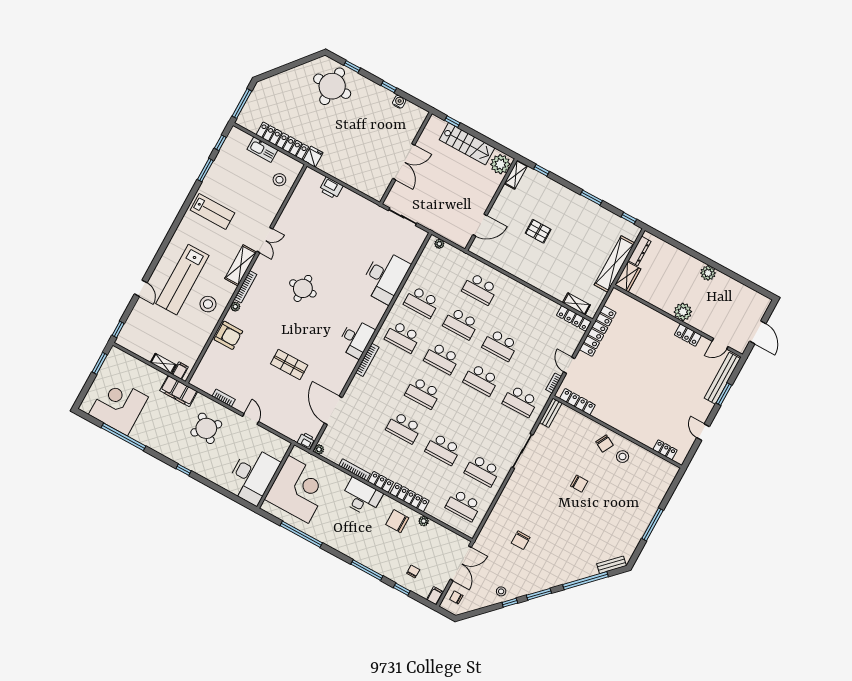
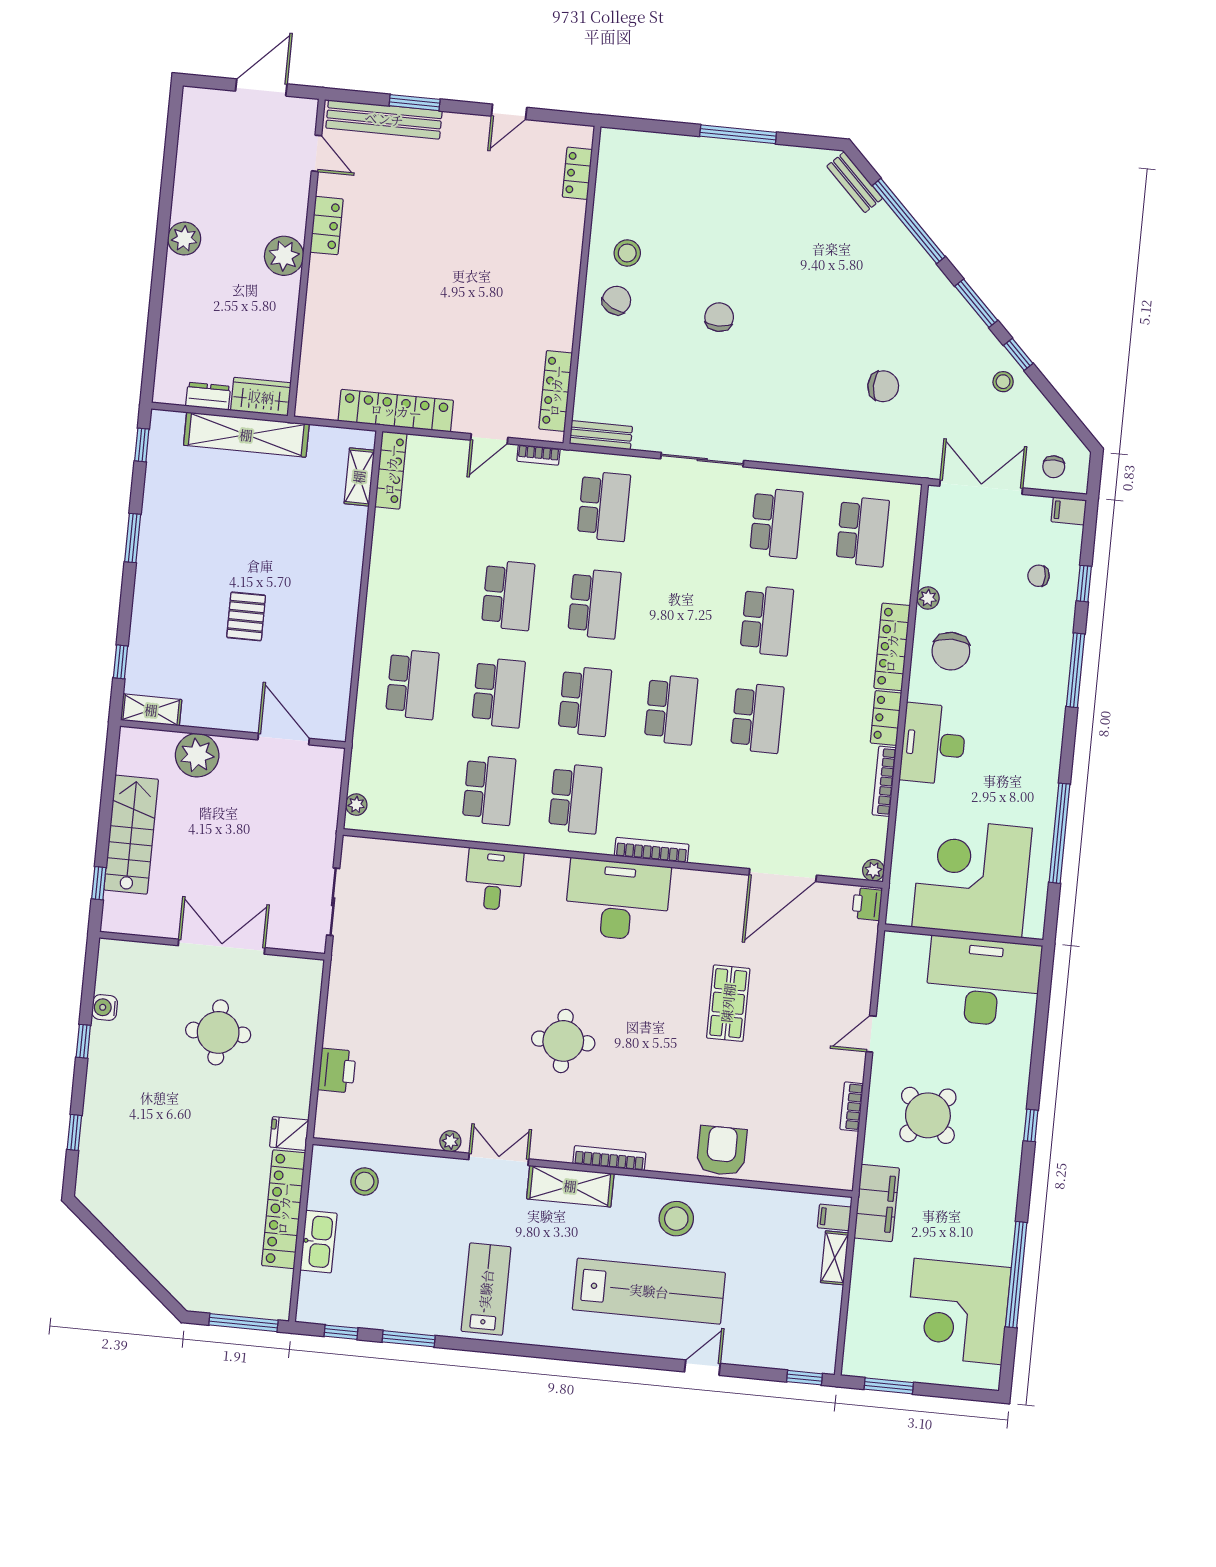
round table: (332, 86) -> (218, 1032), moved, width x0.73, depth x0.73
plant: (500, 164) -> (197, 755), moved
dresser: (640, 251) -> (208, 396), width x0.70
desk: (385, 277) -> (494, 879), width x0.53, depth x0.77
plant: (235, 307) -> (450, 1141), moved
desk: (356, 338) -> (618, 900), width x1.36, depth x1.30

